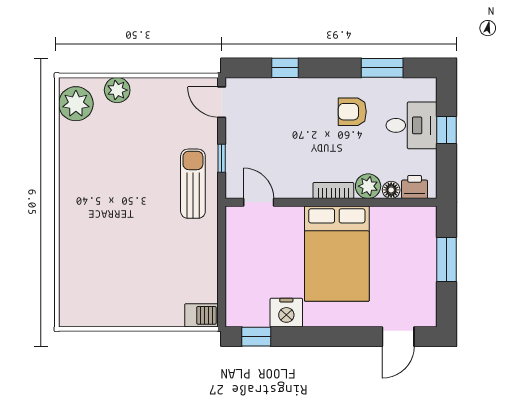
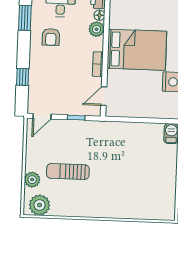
sun lounger: (193, 184) -> (68, 172), moved
bookcase: (333, 191) -> (98, 64), moved

